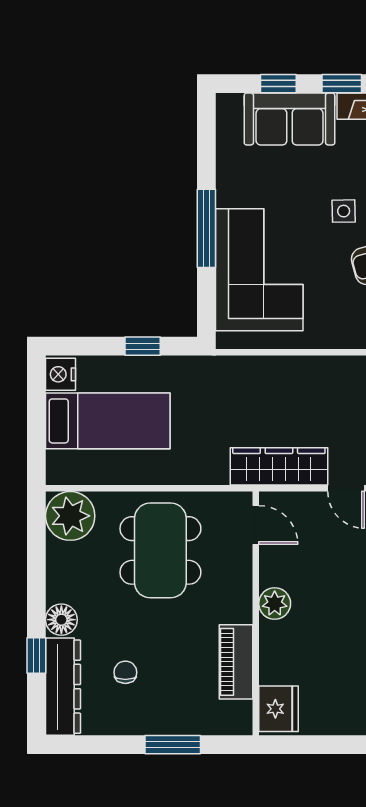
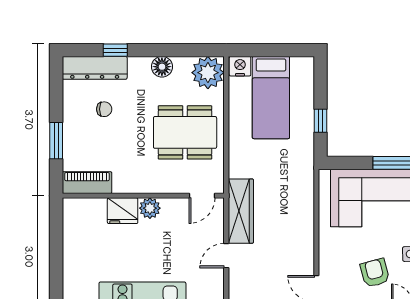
nightstand: (61, 374) -> (240, 66), moved
floor lamp: (61, 620) -> (162, 67), moved
piano: (236, 662) -> (87, 183), moved
fridge: (278, 709) -> (123, 211), moved

